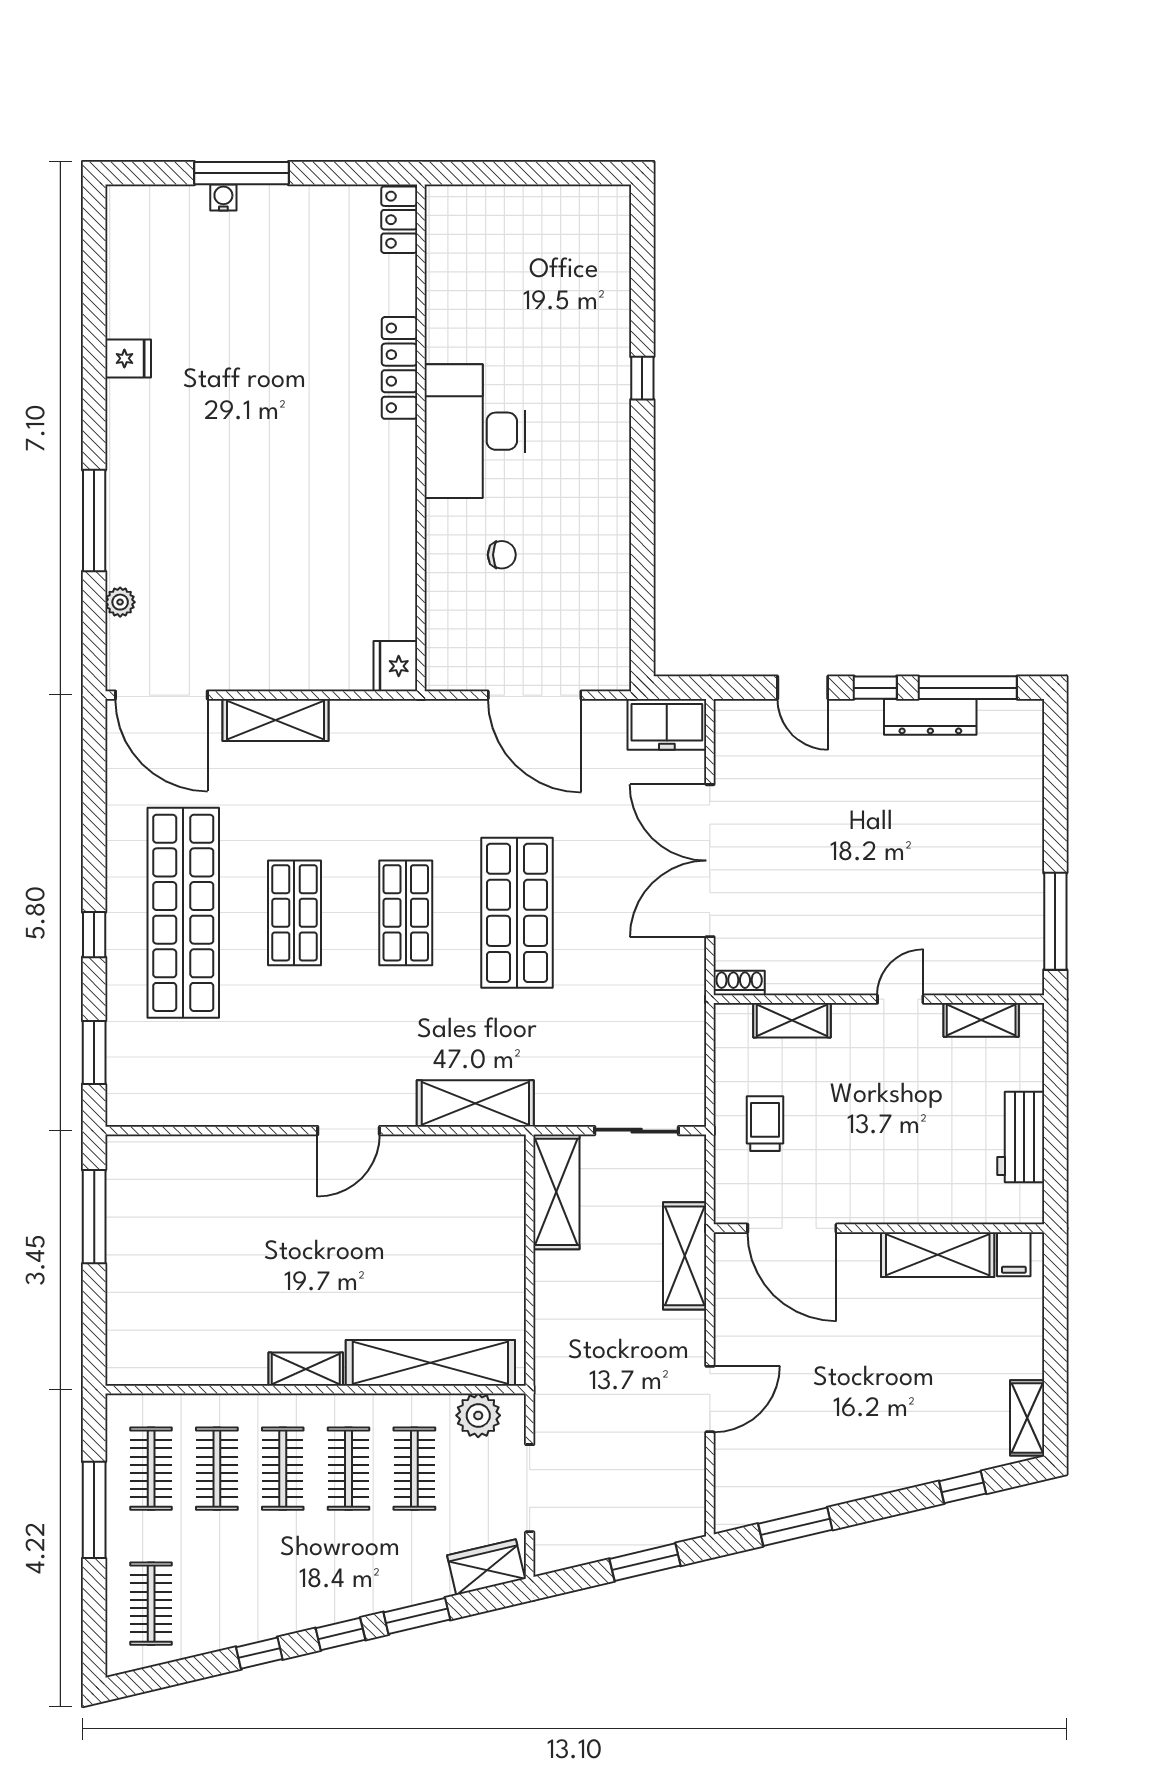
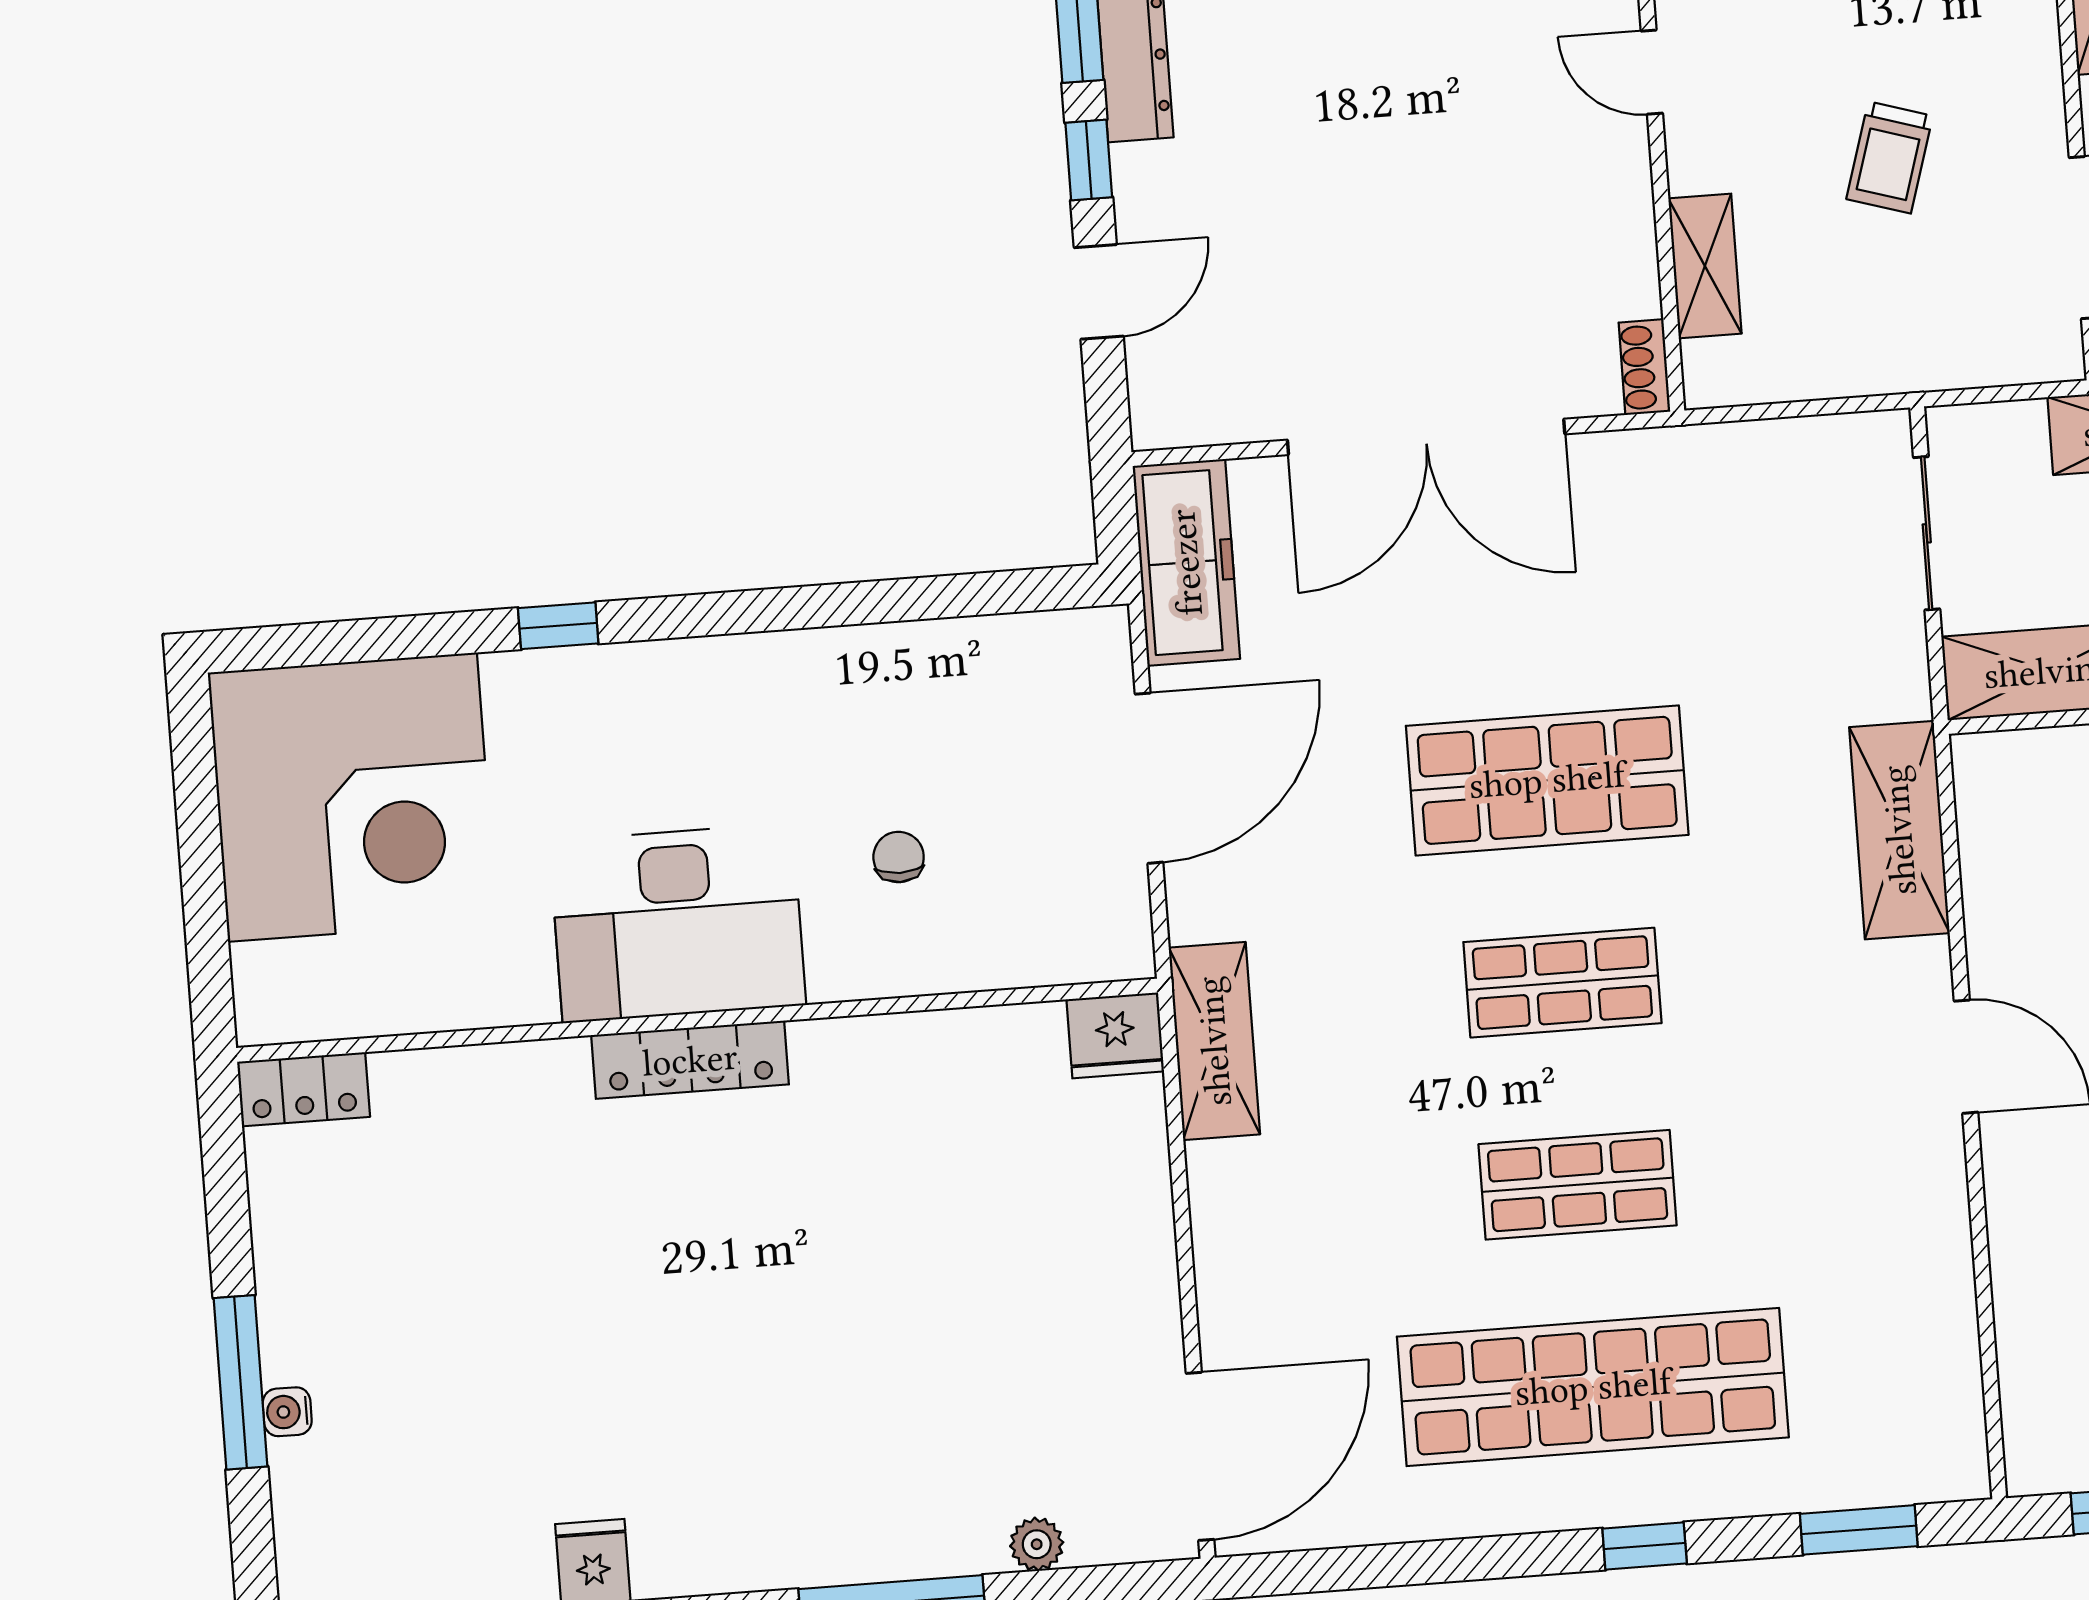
corner desk: (557, 258) -> (352, 797), added
locker: (399, 368) -> (690, 1060), moved
shelving: (276, 720) -> (1214, 1041), moved
freezer: (667, 724) -> (1186, 562), width x1.40
trolley: (765, 1124) -> (1890, 157), moved, turned -73

